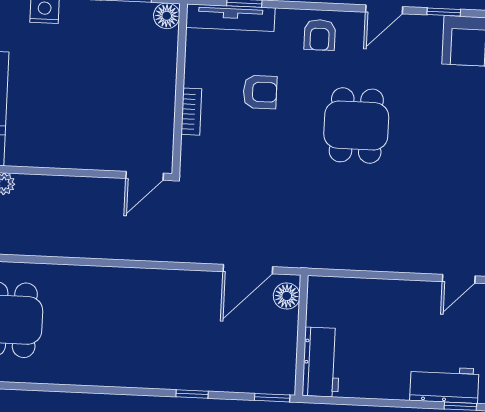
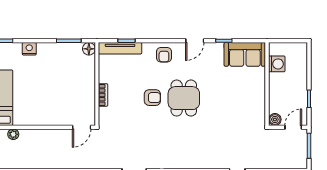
armchair: (260, 92) -> (152, 98), moved

